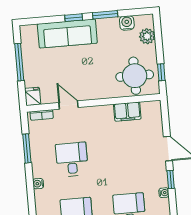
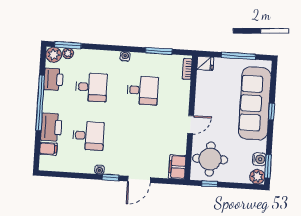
window: (105, 15) -> (268, 166), moved
sofa: (67, 33) -> (255, 103), width x1.36, depth x1.27
plant: (147, 36) -> (257, 177), moved
door: (69, 105) -> (191, 125), moved
filing cabinet: (127, 112) -> (177, 167), moved

